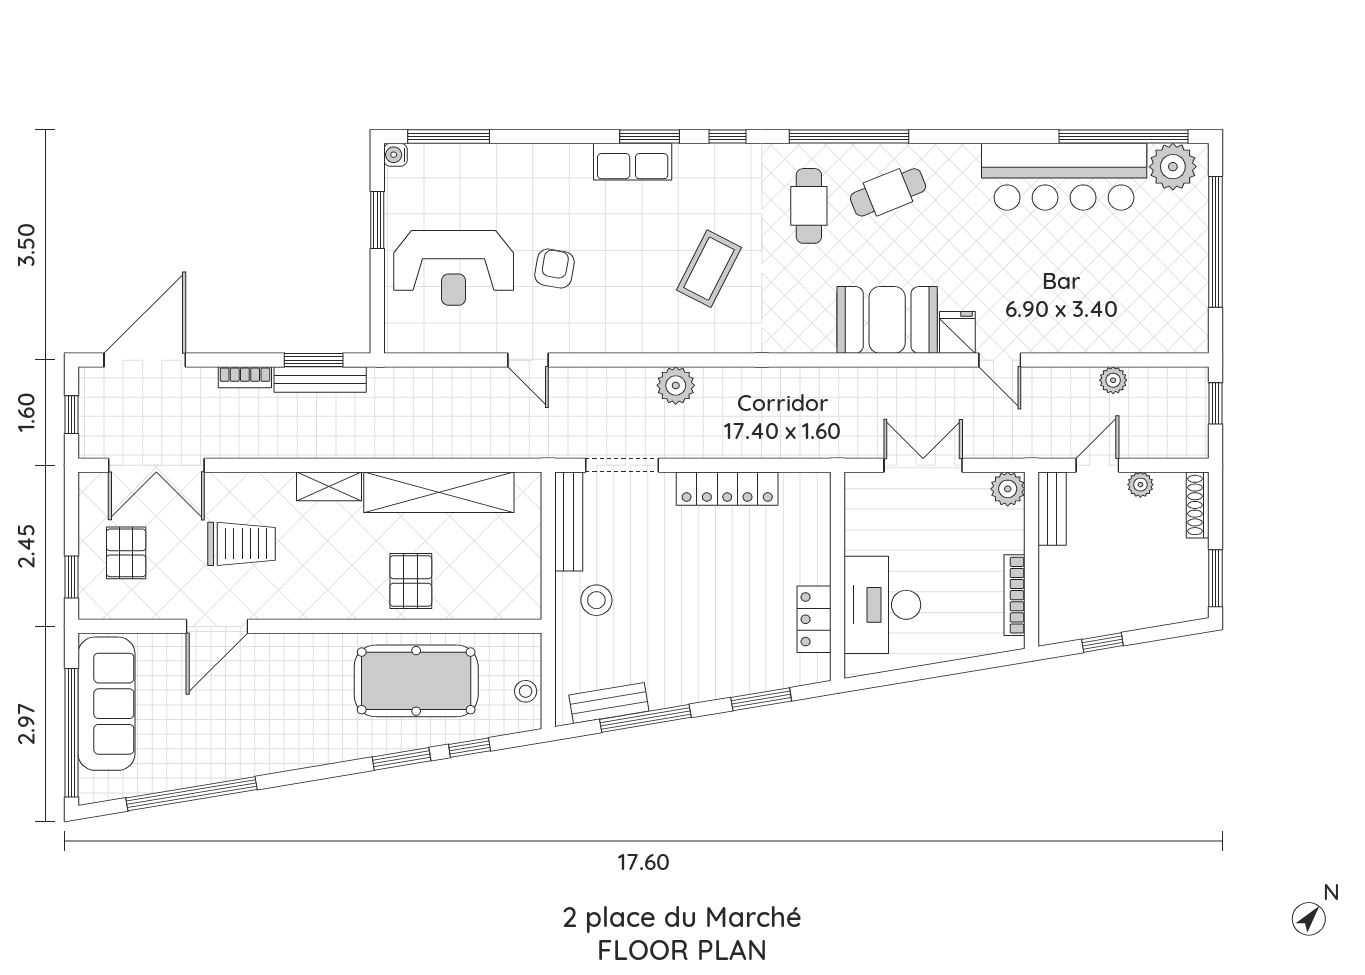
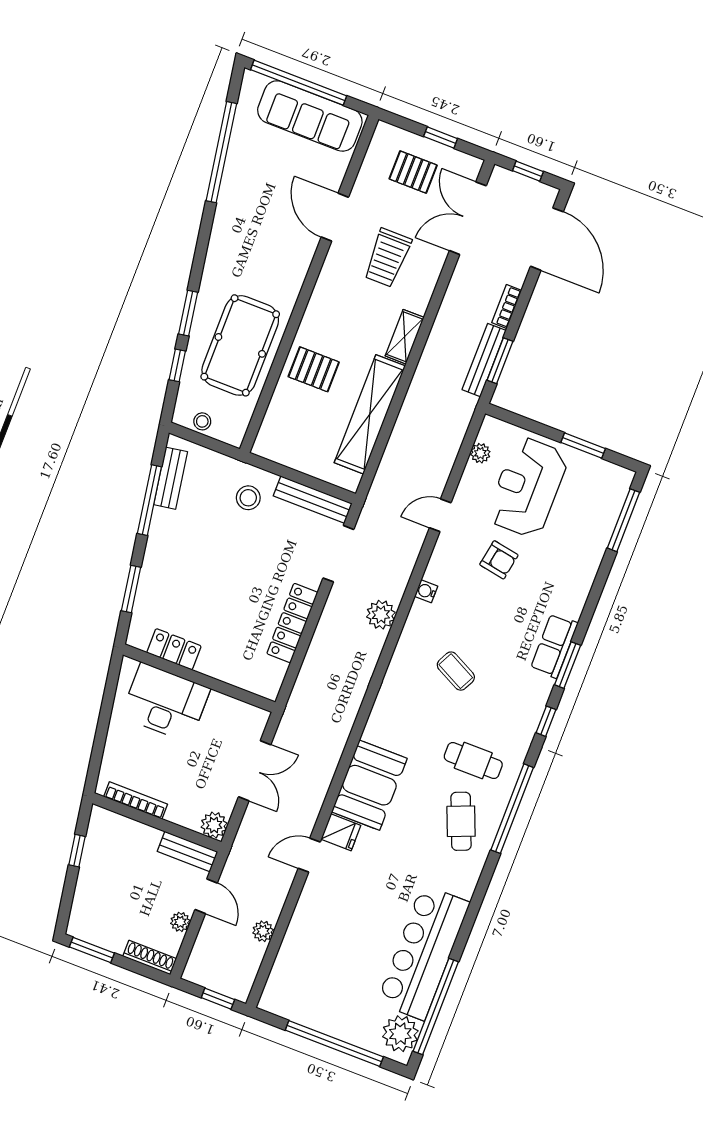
water cooler: (395, 155) -> (426, 591), moved, turned -90
coffee table: (709, 269) -> (456, 671), width x0.73, depth x0.77
plant: (434, 341) -> (480, 453), added
window: (72, 577) -> (441, 137), moved

